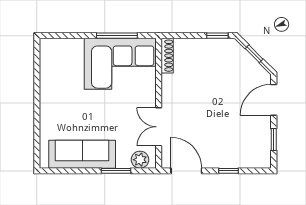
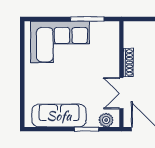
shoe rack: (167, 56) -> (128, 63), moved
corner sofa: (120, 64) -> (60, 42), moved

